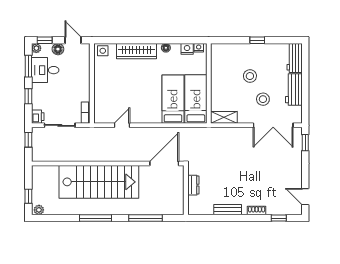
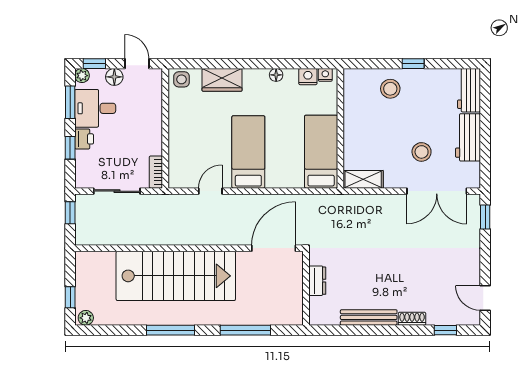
wardrobe: (136, 51) -> (222, 80), width x0.67
stool: (250, 76) -> (390, 89), moved
bed: (173, 99) -> (248, 152), moved
printer: (38, 117) -> (84, 139), moved
bench: (228, 210) -> (369, 317), width x1.36

